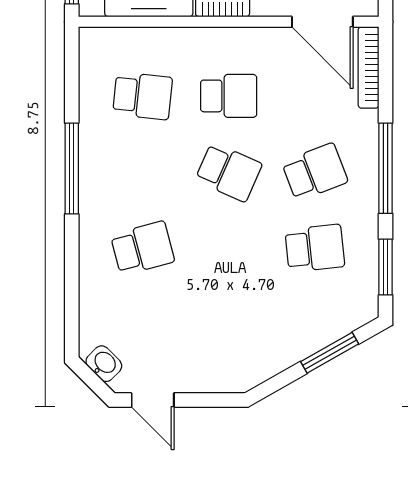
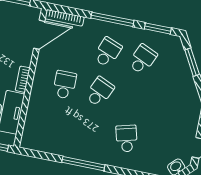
school desk: (143, 96) -> (57, 124), removed
school desk: (315, 172) -> (108, 52), turned 42
school desk: (315, 248) -> (143, 59), turned 30

